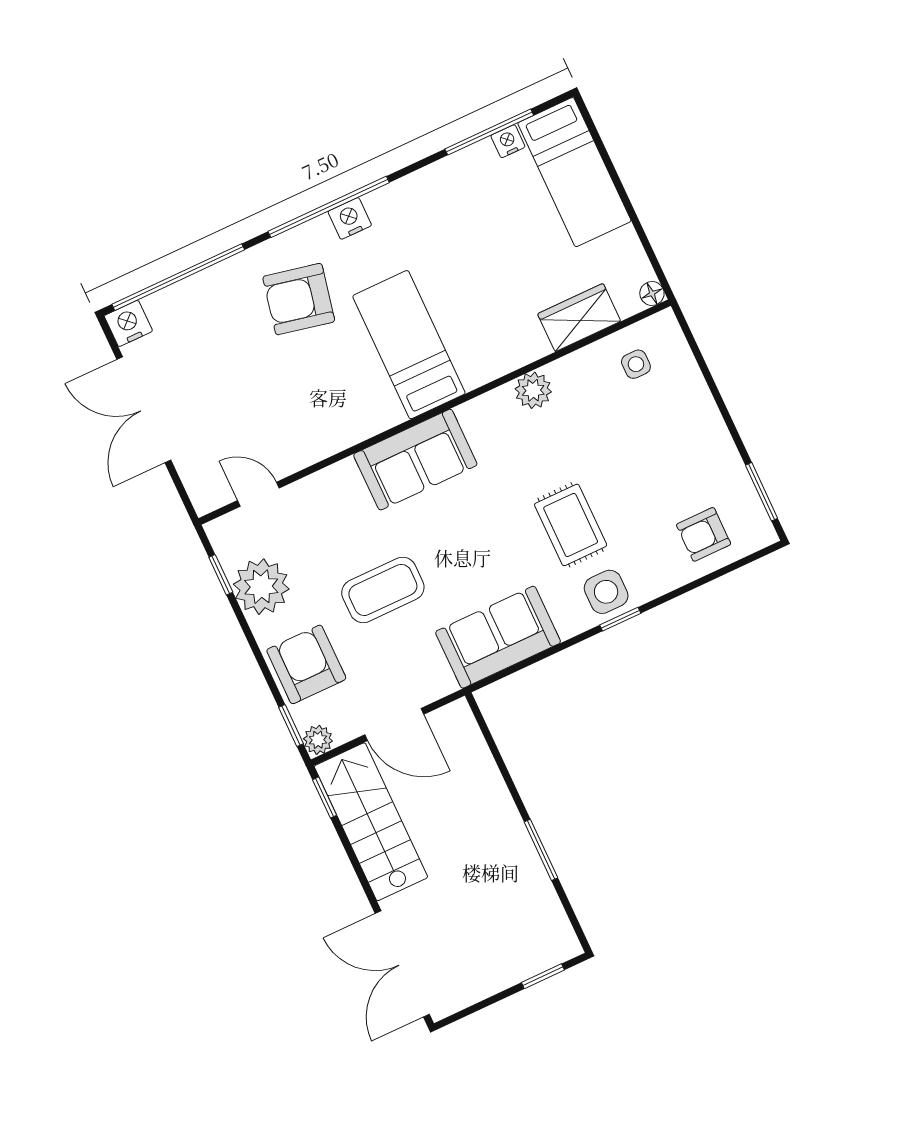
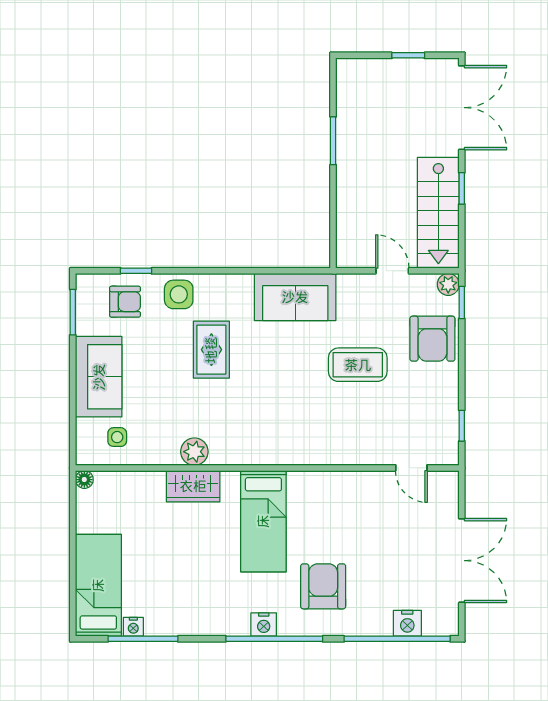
armchair: (299, 299) -> (323, 586), turned -102
wardrobe: (579, 318) -> (193, 486), moved
nightstand: (128, 323) -> (407, 623), moved
sofa: (415, 460) -> (99, 377), moved, turned 90
plant: (261, 587) -> (438, 405), removed
side table: (606, 592) -> (179, 294), moved
window: (620, 619) -> (136, 271), moved
door: (394, 725) -> (392, 271), width x0.73
window: (325, 797) -> (462, 188), moved
window: (543, 976) -> (408, 55), moved

